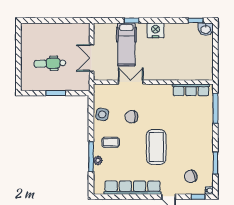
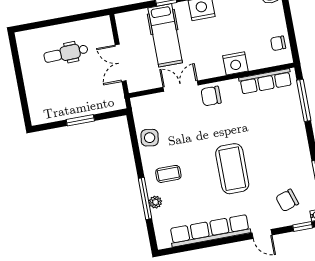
dental chair: (50, 63) -> (66, 53), moved
chair: (205, 65) -> (278, 43), added
nightstand: (172, 73) -> (235, 63), added
chair: (131, 117) -> (211, 96), moved

